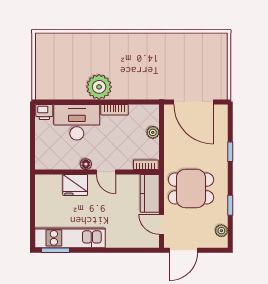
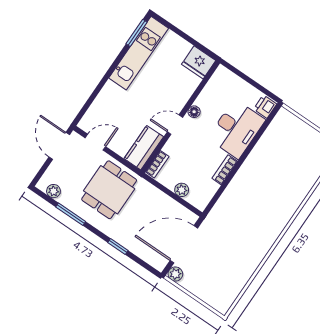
plant: (99, 87) -> (175, 274), moved, width x0.53, depth x0.53
fridge: (75, 185) -> (199, 62), moved, turned -90
kitchen counter: (150, 193) -> (144, 148), moved, turned -90
window: (230, 205) -> (71, 214), width x1.50

